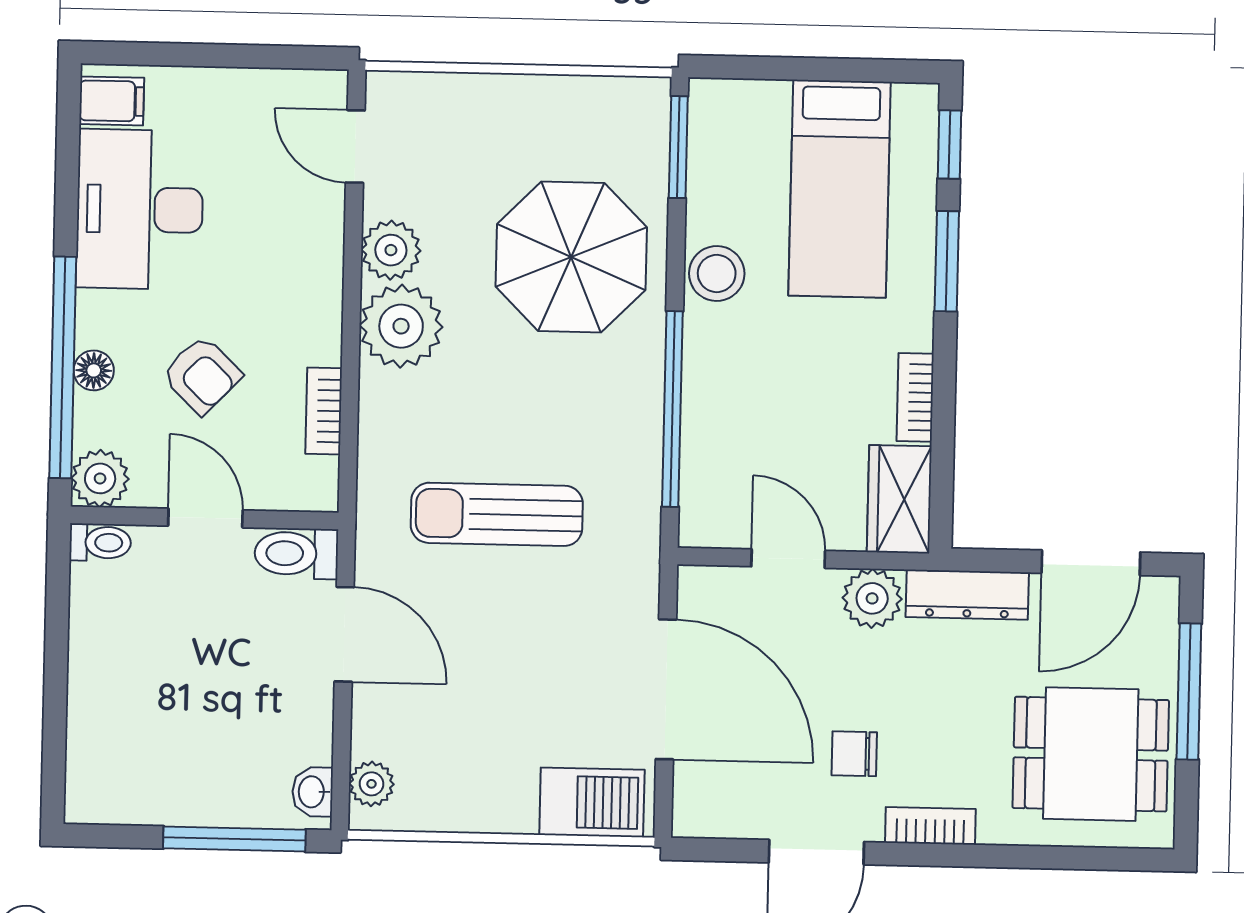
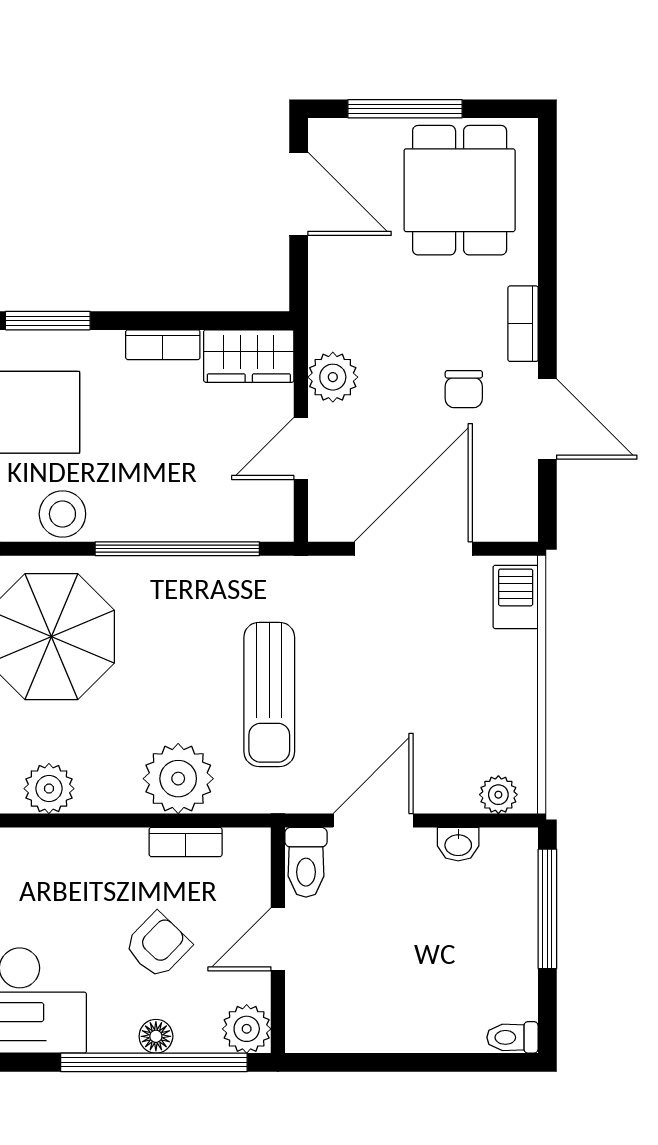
plant: (401, 326) -> (178, 779), moved
toilet: (100, 542) -> (513, 1037), moved, turned -90
dresser: (967, 595) -> (328, 297), removed
washbasin: (312, 792) -> (458, 844), moved
barbecue: (592, 802) -> (516, 597), width x0.73, depth x0.79

